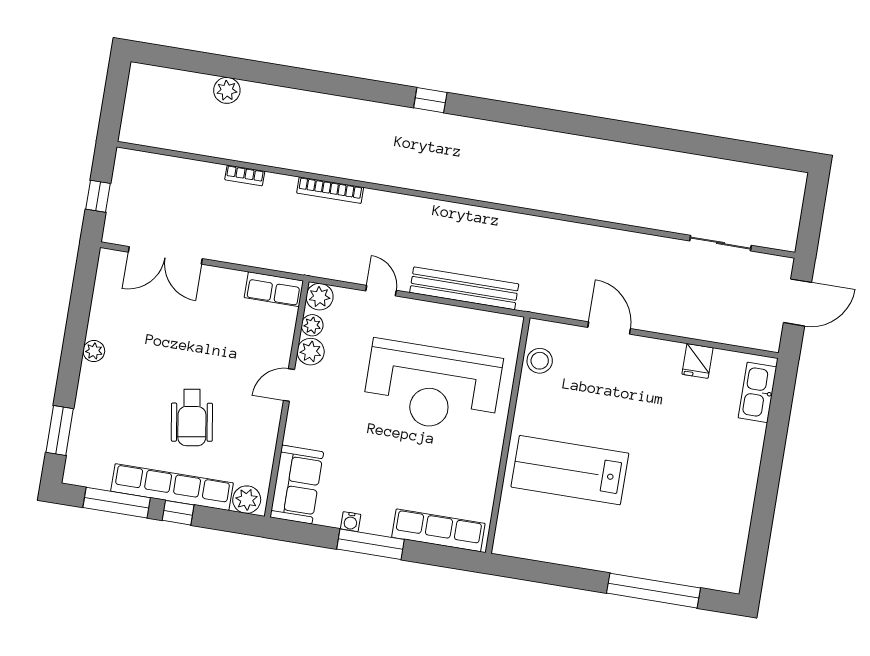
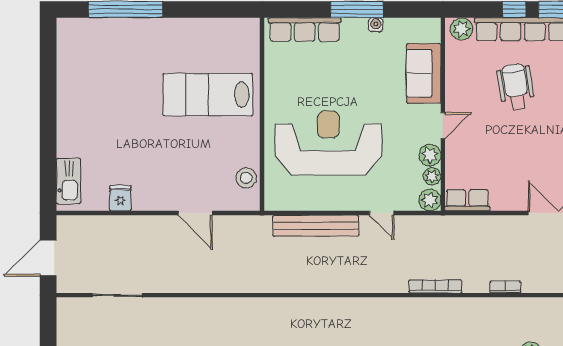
lab bench: (570, 470) -> (208, 95), turned 180
sofa: (297, 485) -> (424, 73), moved

